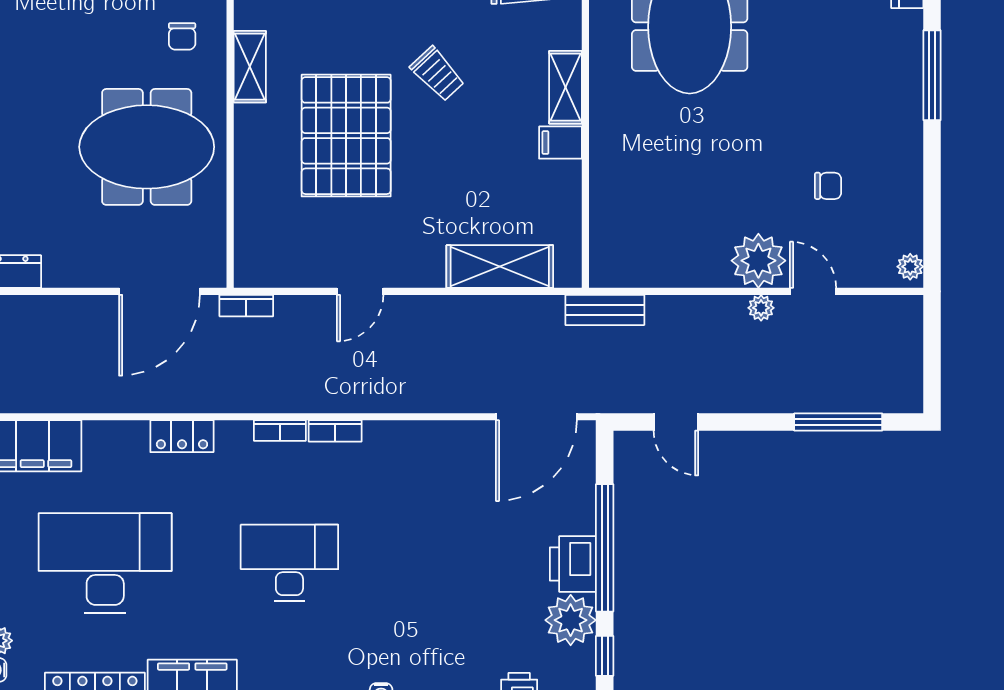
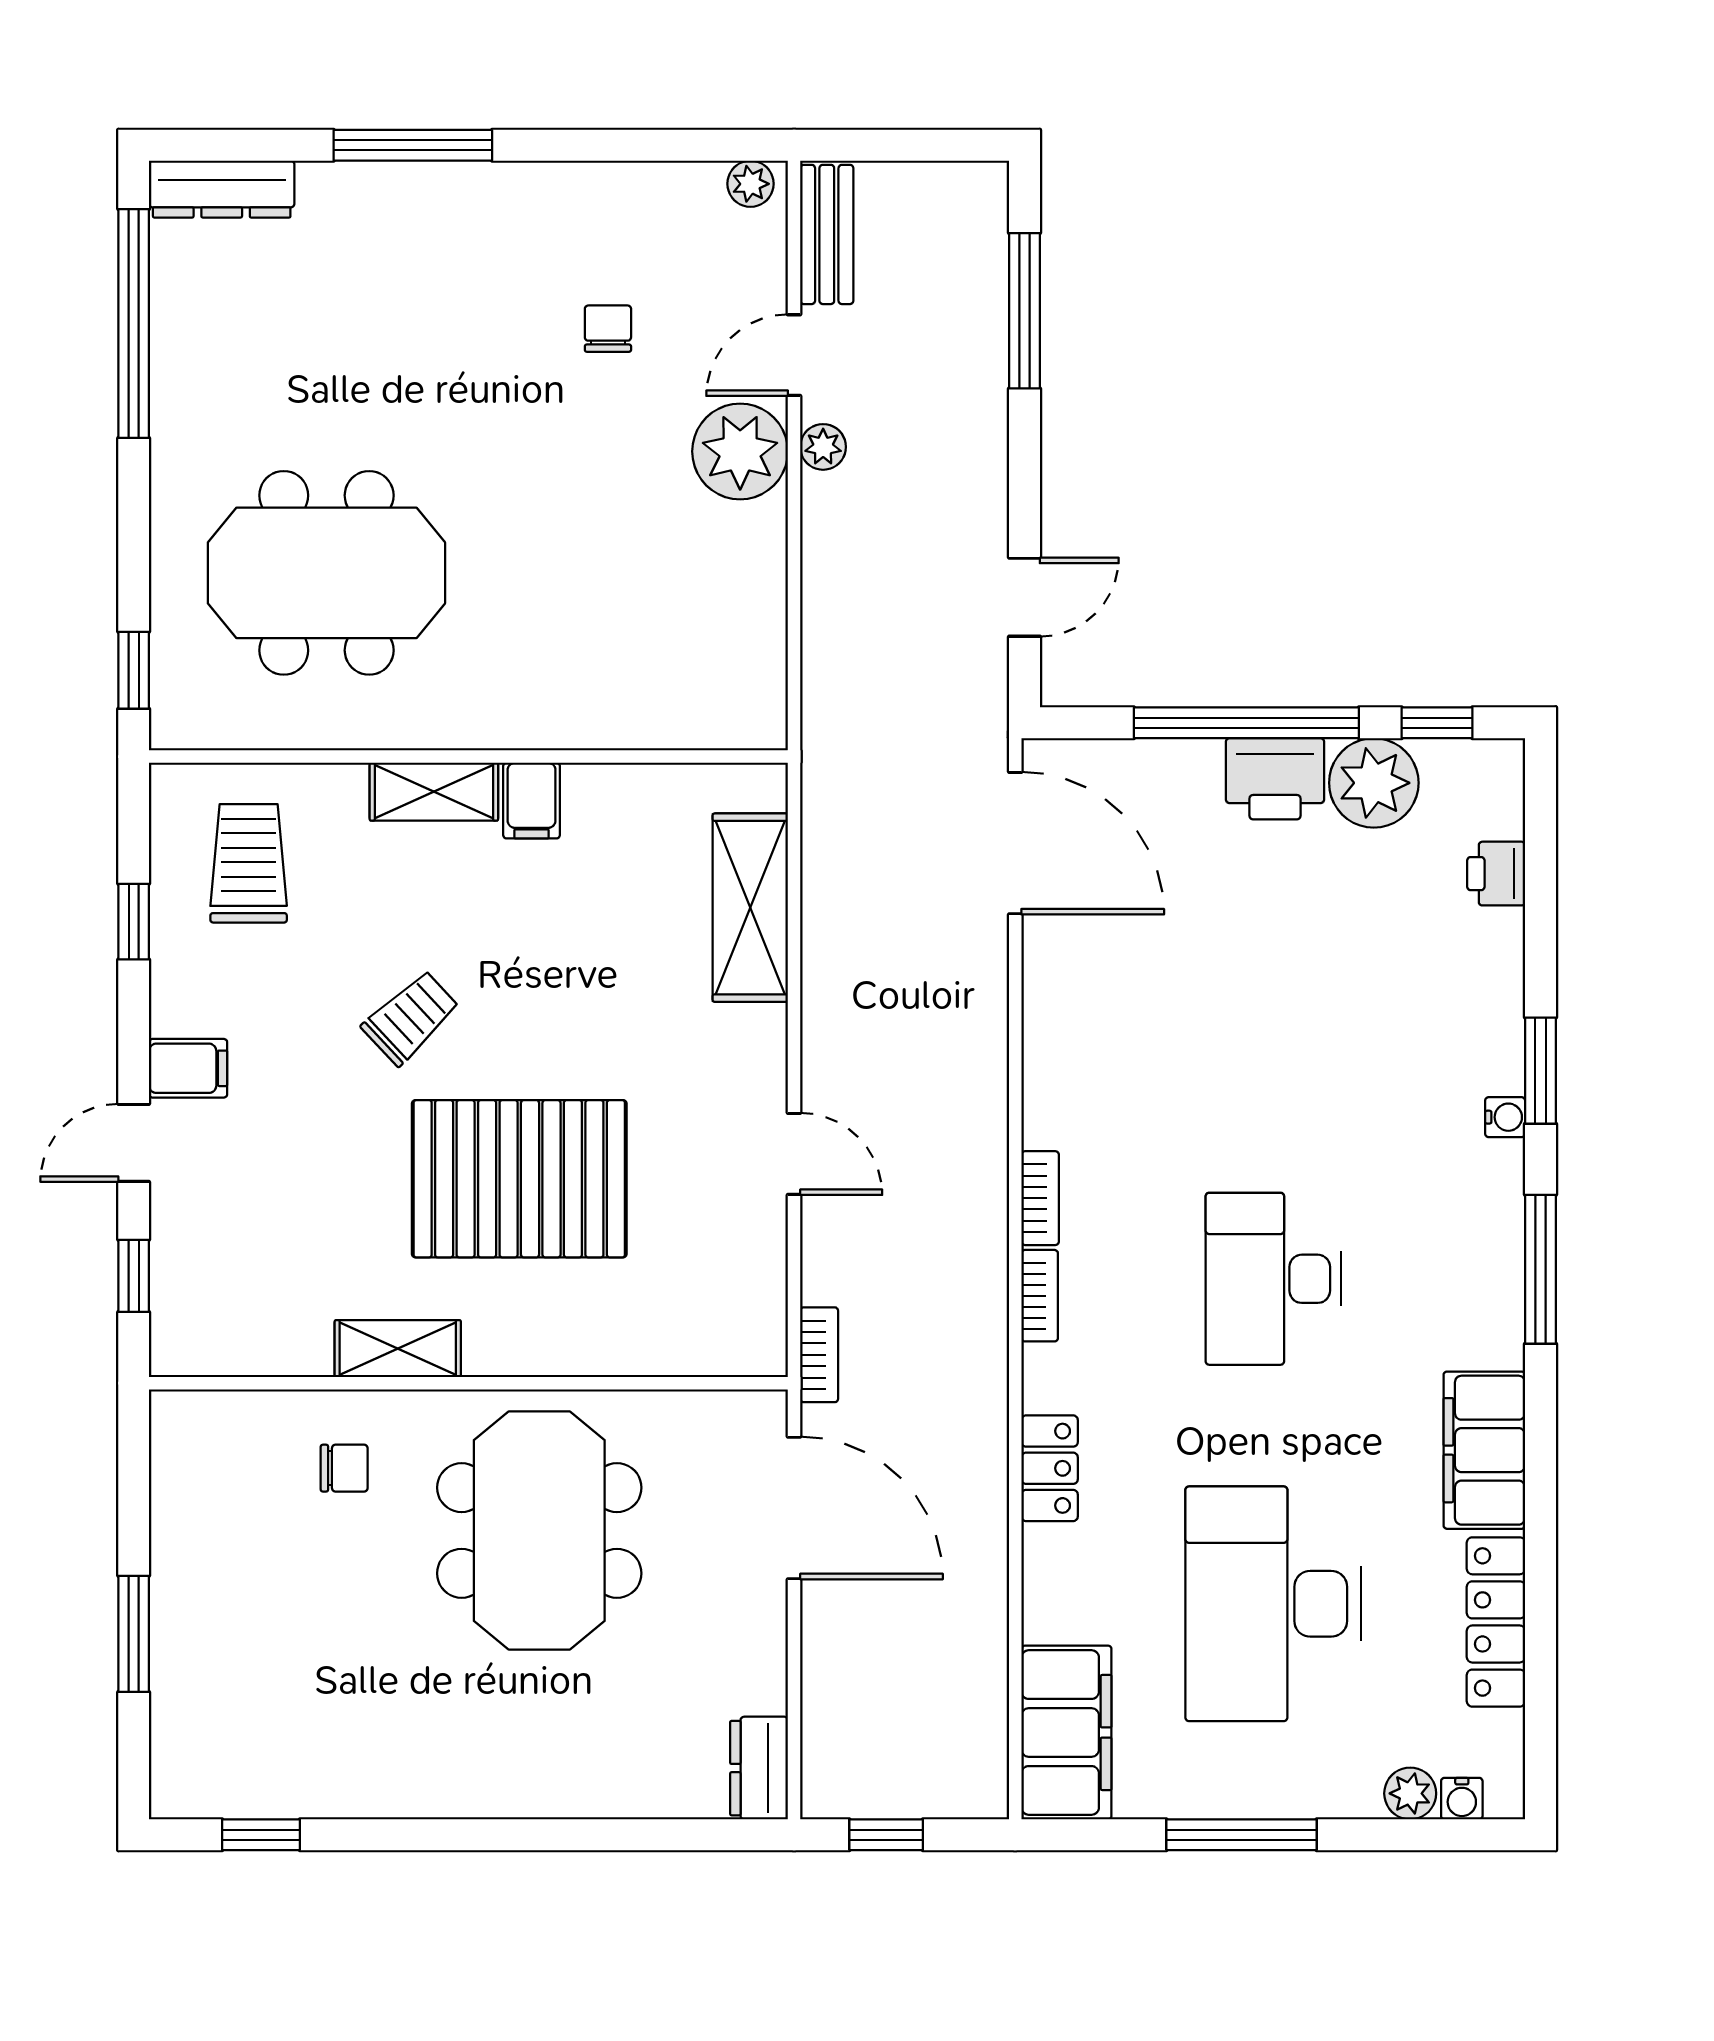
bench: (605, 310) -> (827, 234), moved

